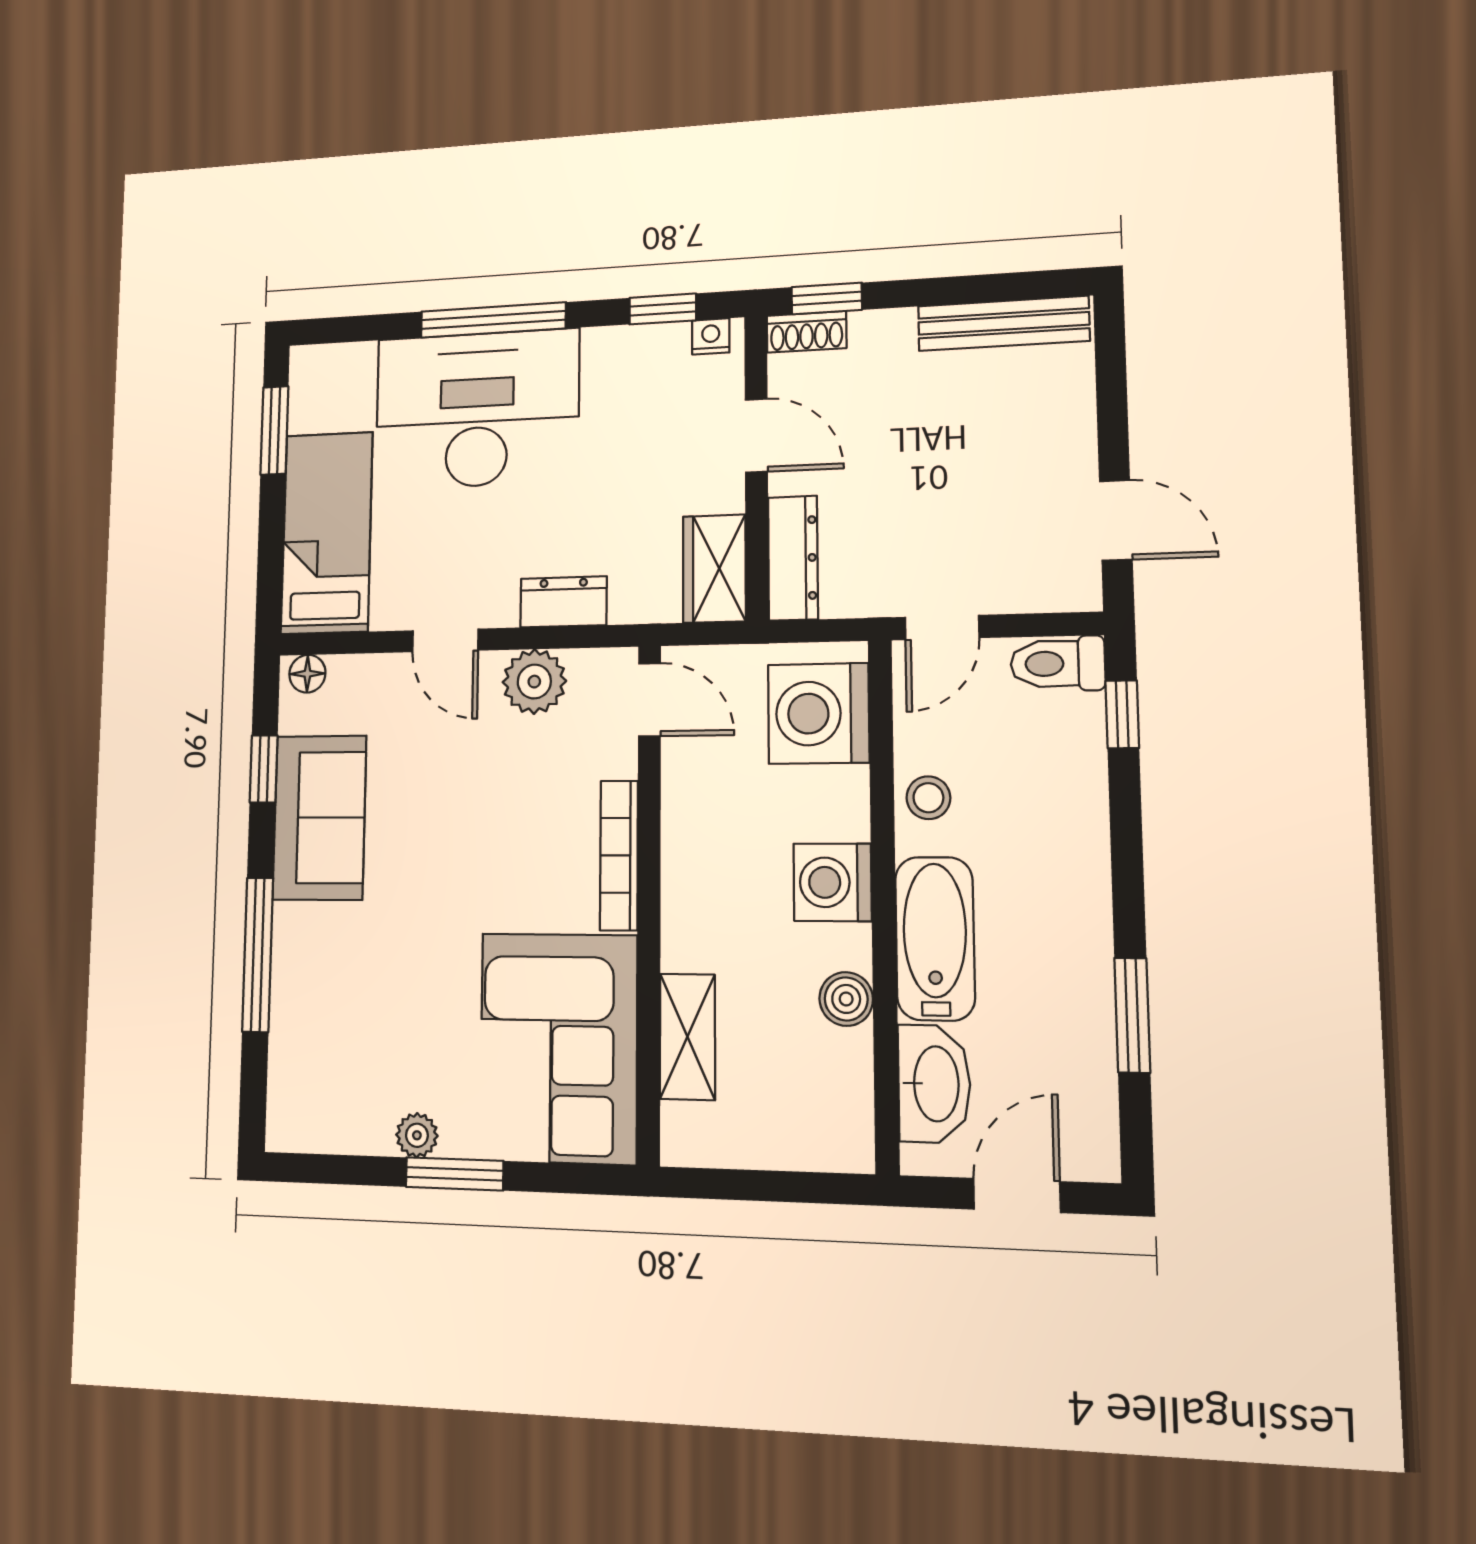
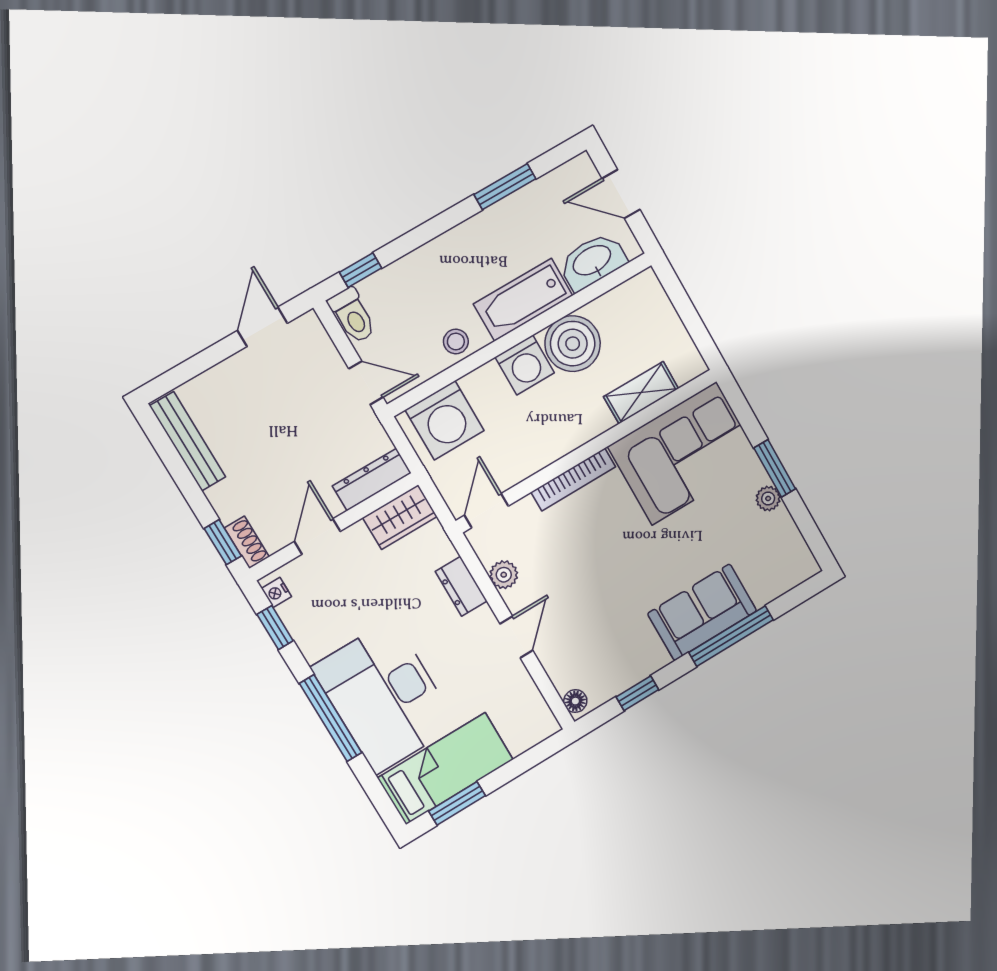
bed: (327, 533) -> (446, 769), moved, turned 180
plant: (534, 682) -> (504, 575), width x0.73, depth x0.73
sofa: (319, 817) -> (702, 612), moved
boiler: (846, 999) -> (573, 344), width x1.86, depth x1.86

